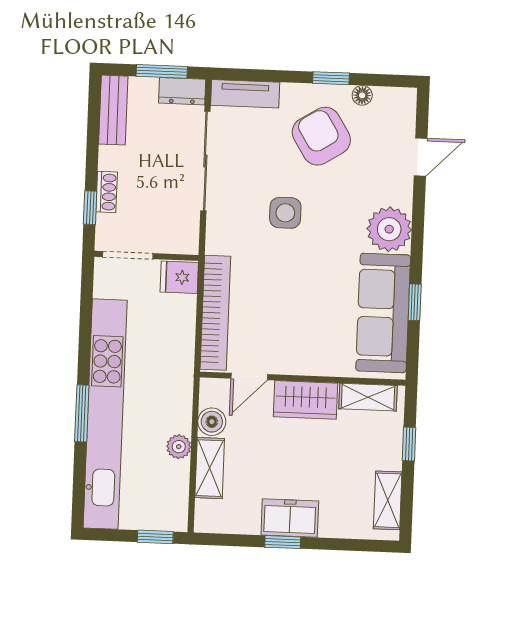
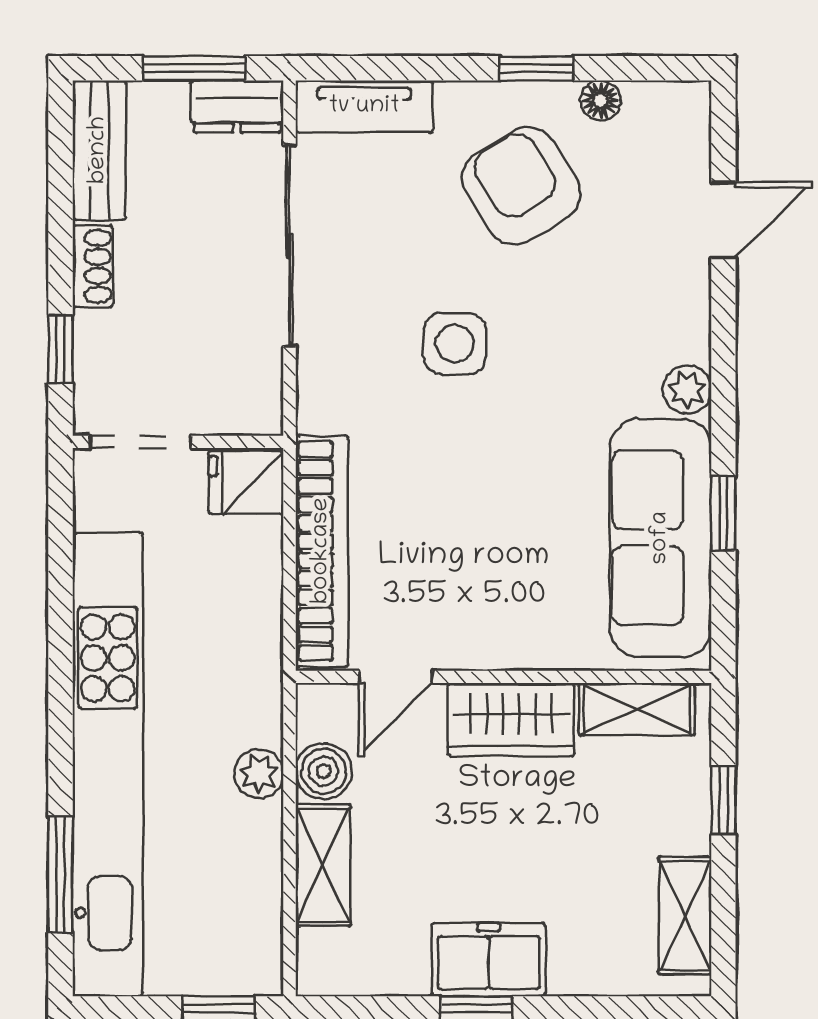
shoe rack: (107, 192) -> (93, 266), moved
plant: (389, 229) -> (687, 389), width x0.53, depth x0.53
window: (82, 413) -> (60, 874), moved
plant: (179, 447) -> (259, 773), moved

